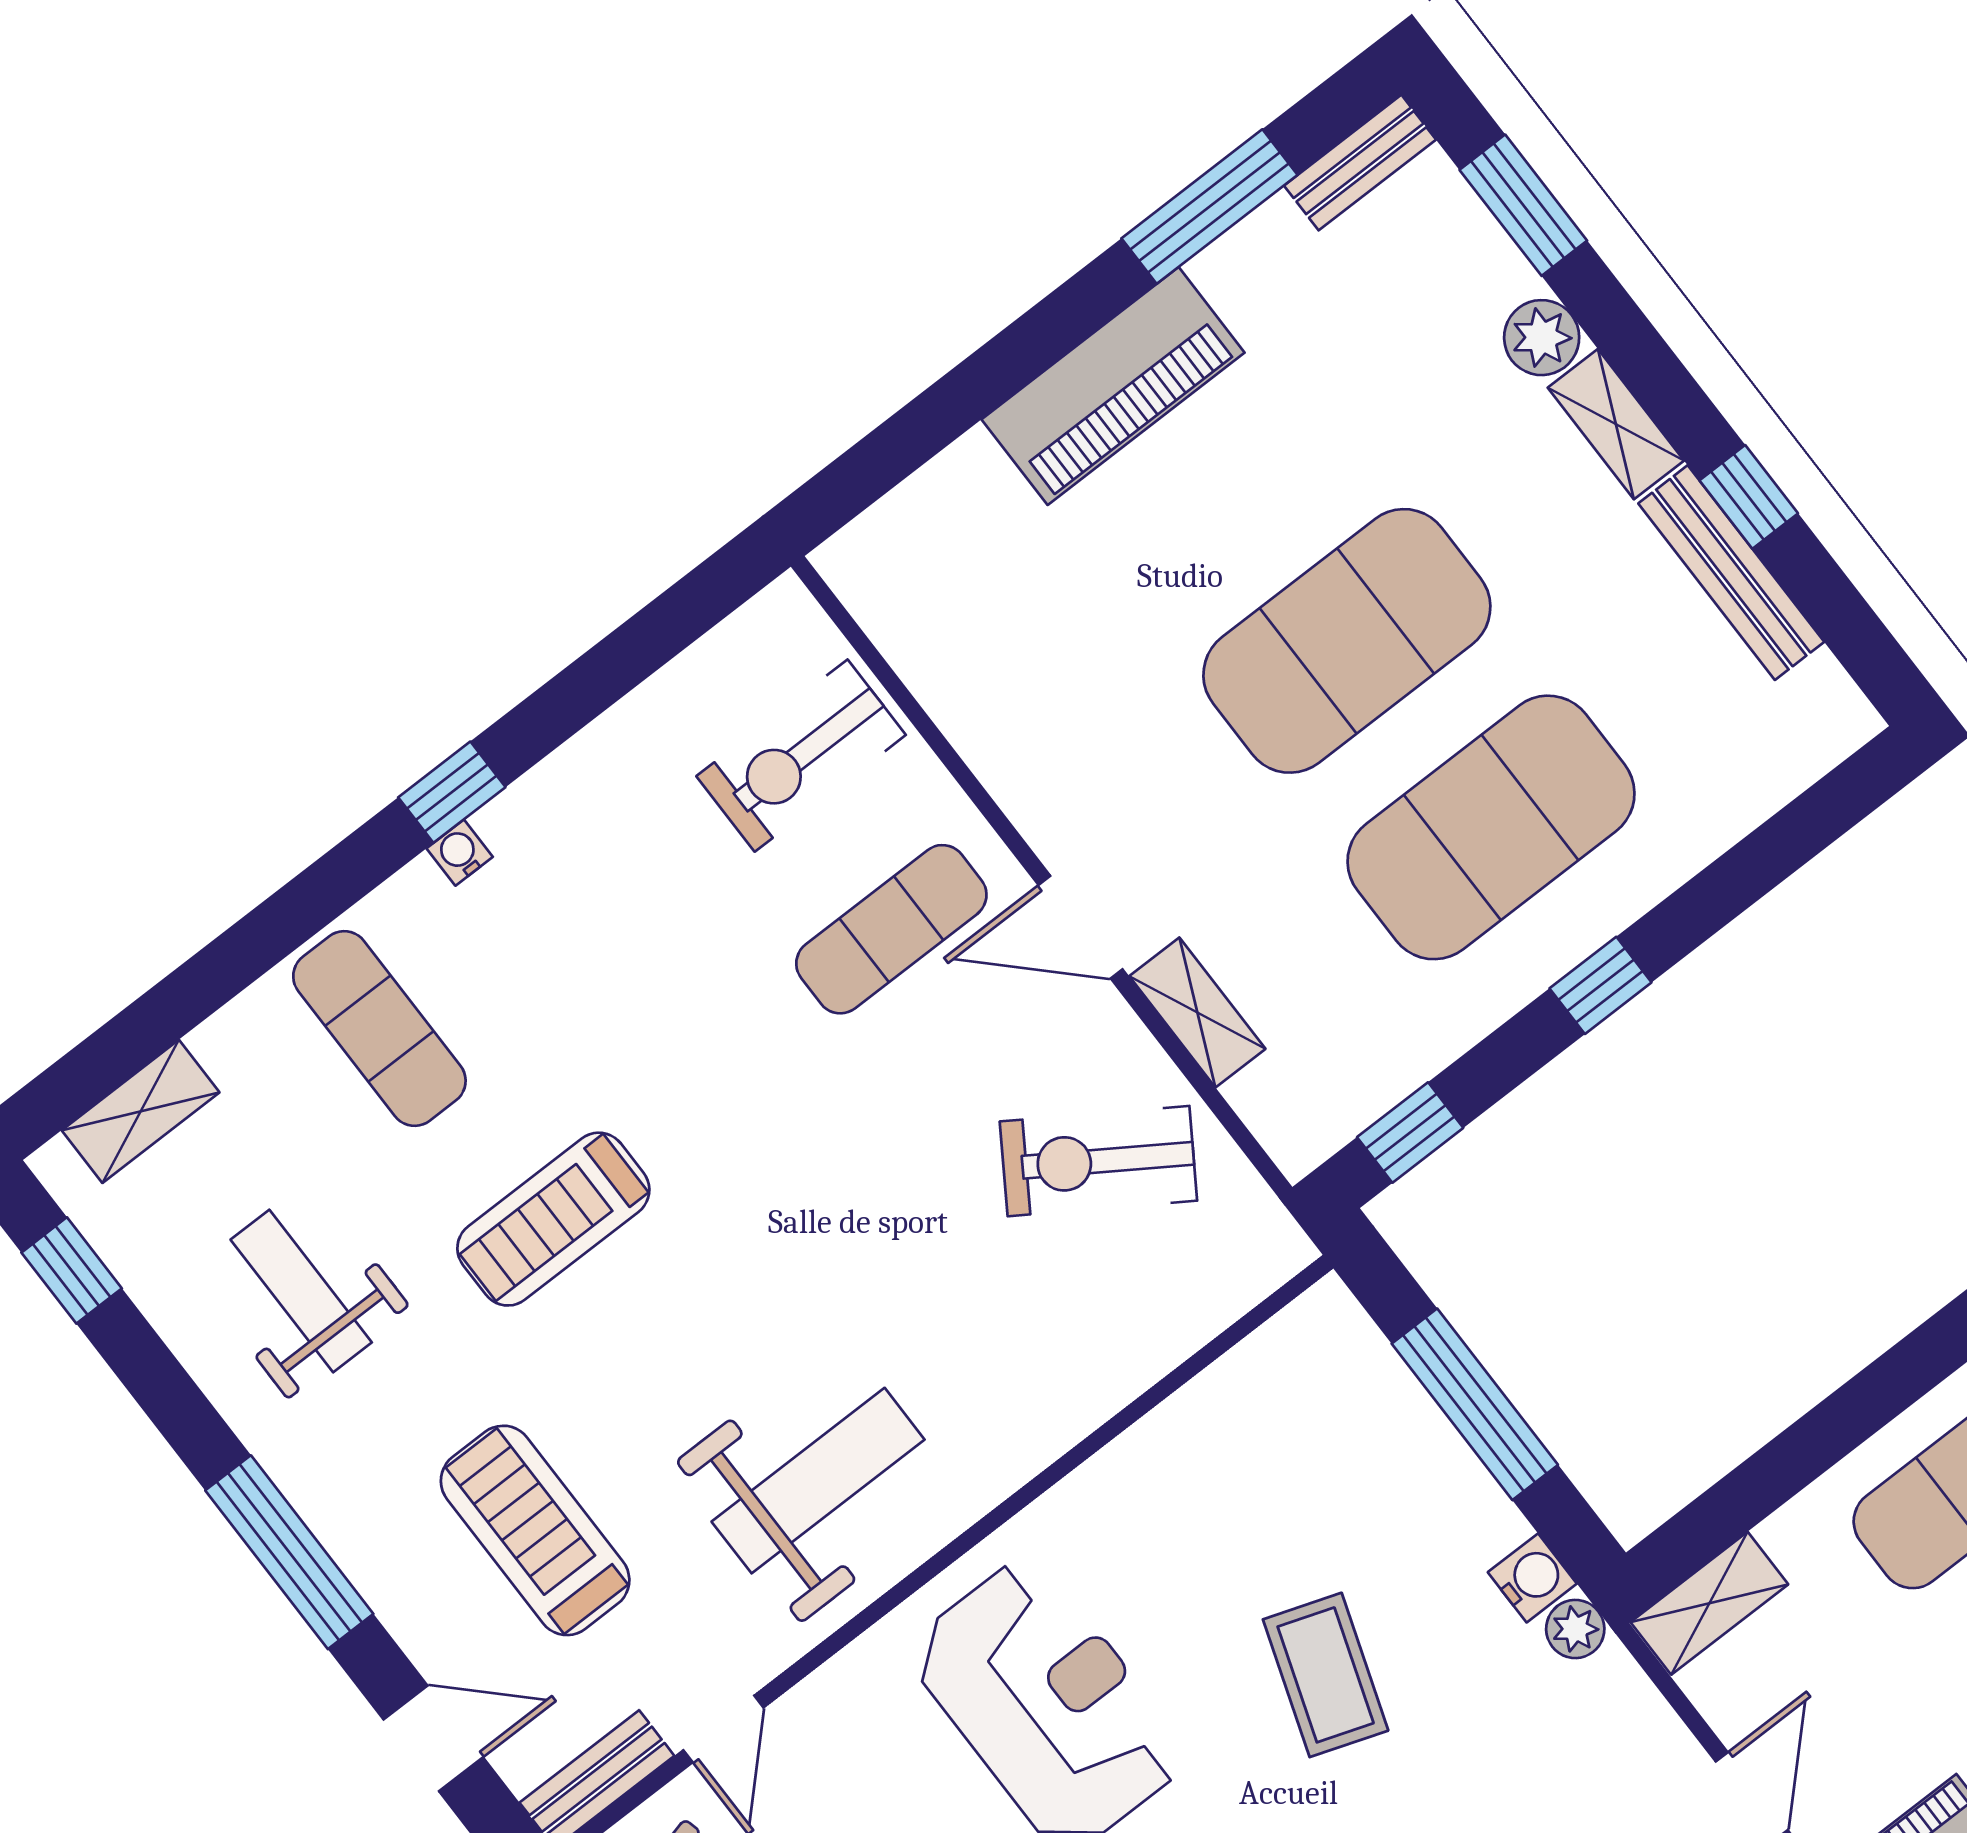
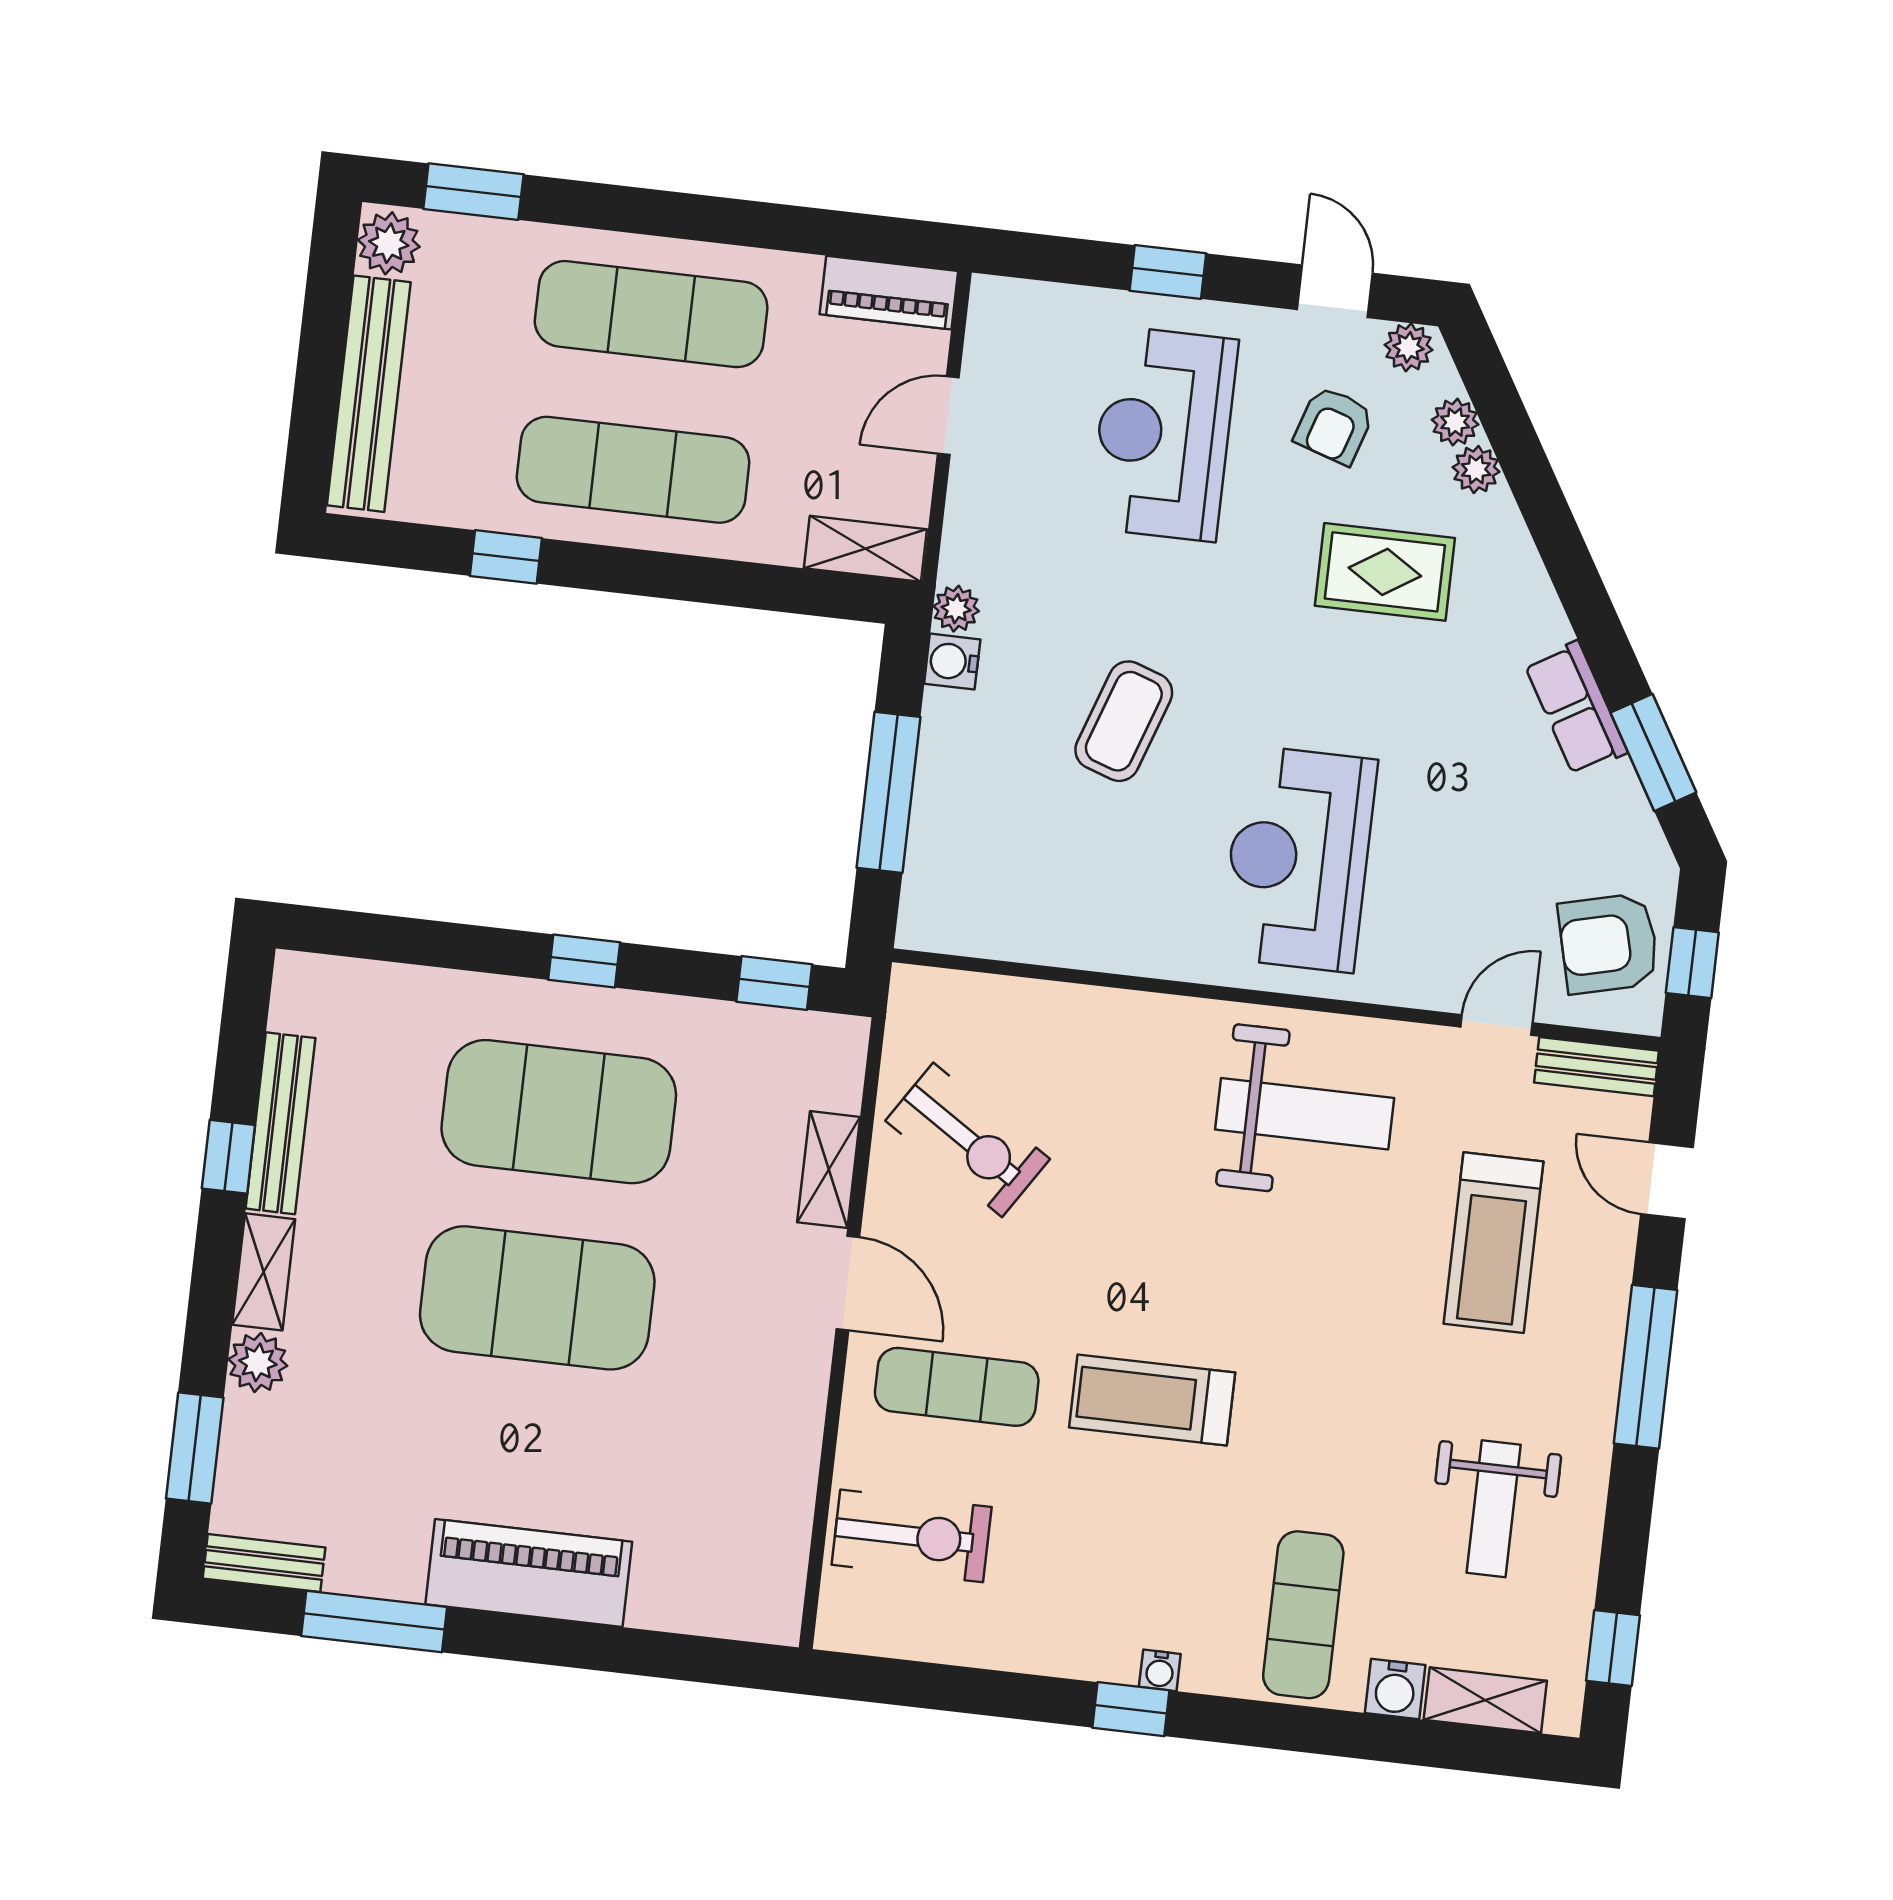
water cooler: (232, 1042) -> (1395, 1689), added
treadmill: (553, 1219) -> (1152, 1400), moved, turned 180
weight bench: (818, 1481) -> (1305, 1114), turned 180

